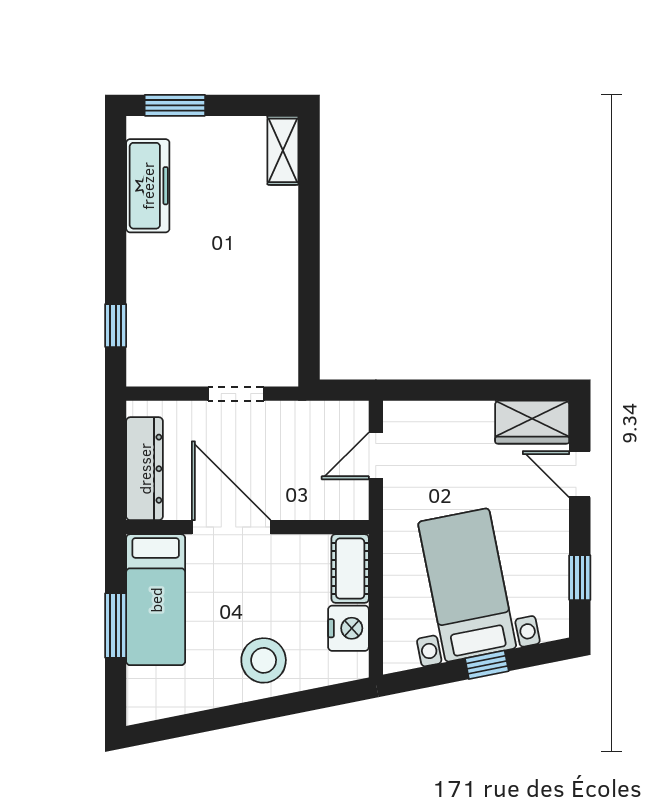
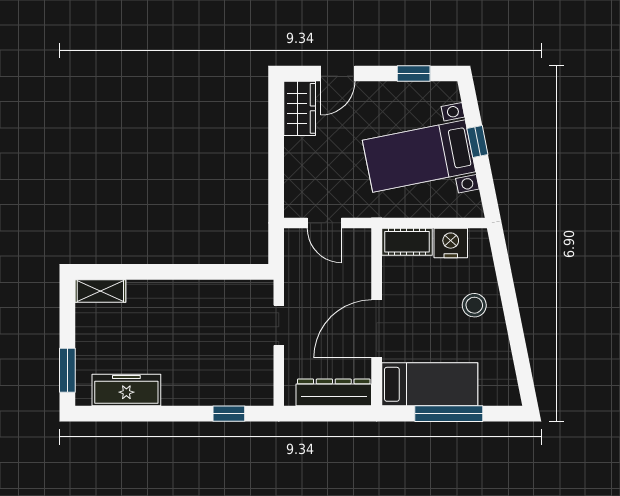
window: (116, 626) -> (449, 414), width x1.44
stool: (264, 660) -> (474, 305), width x0.73, depth x0.73

